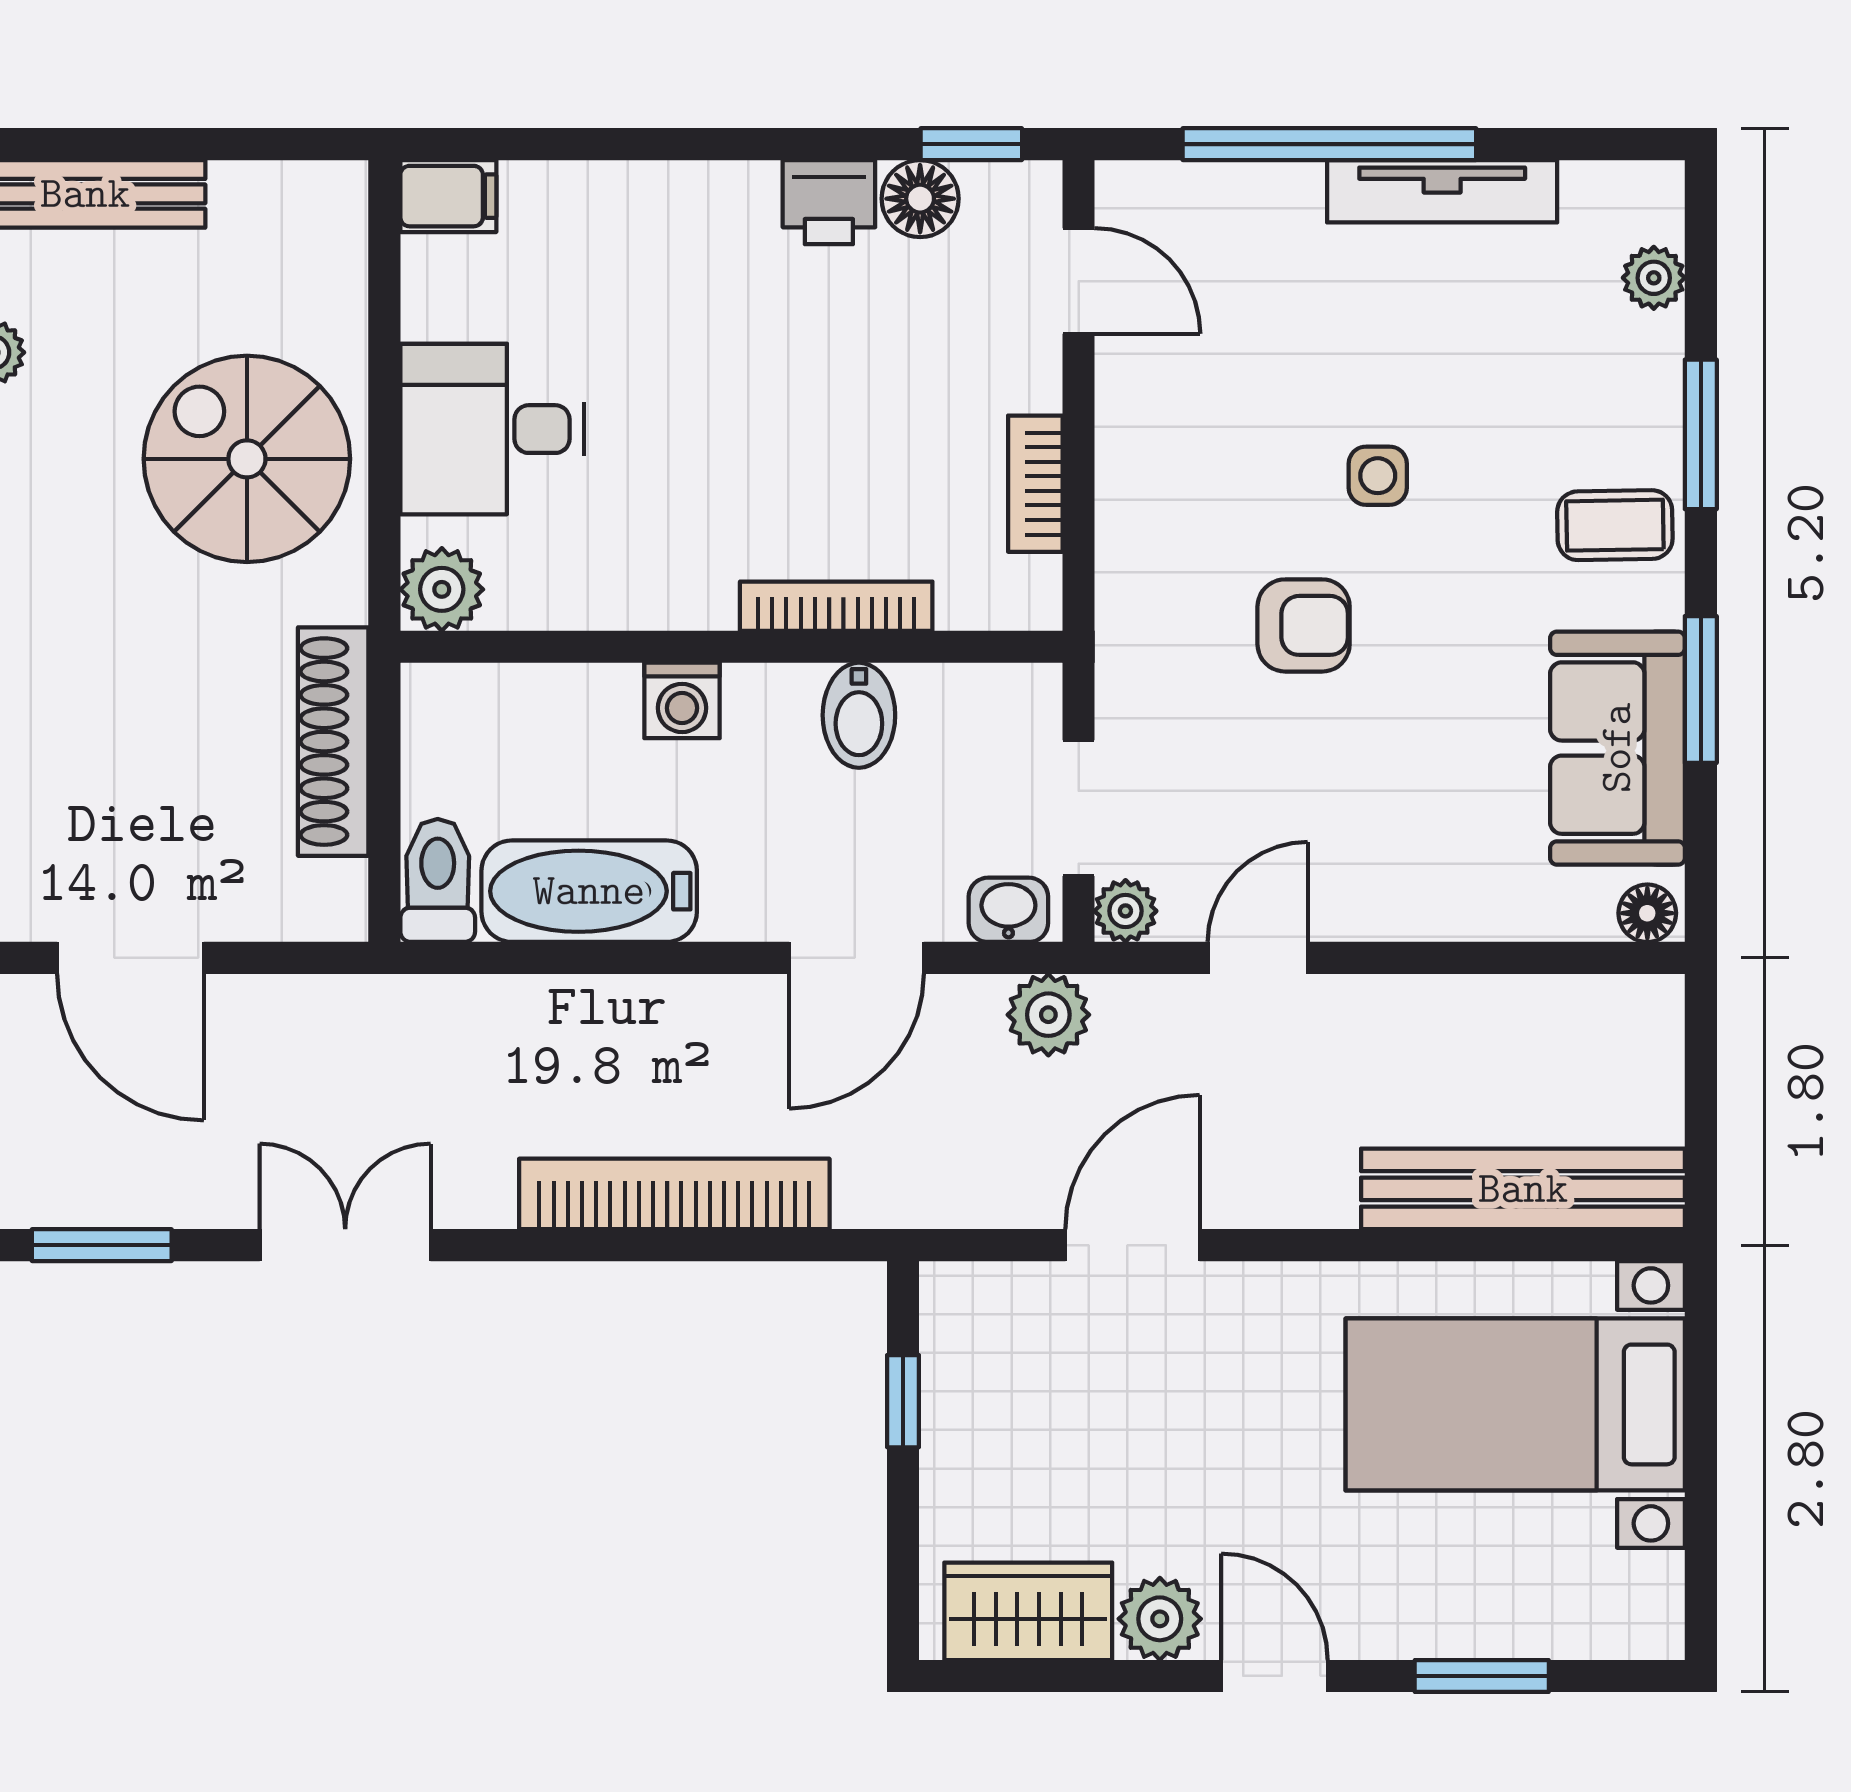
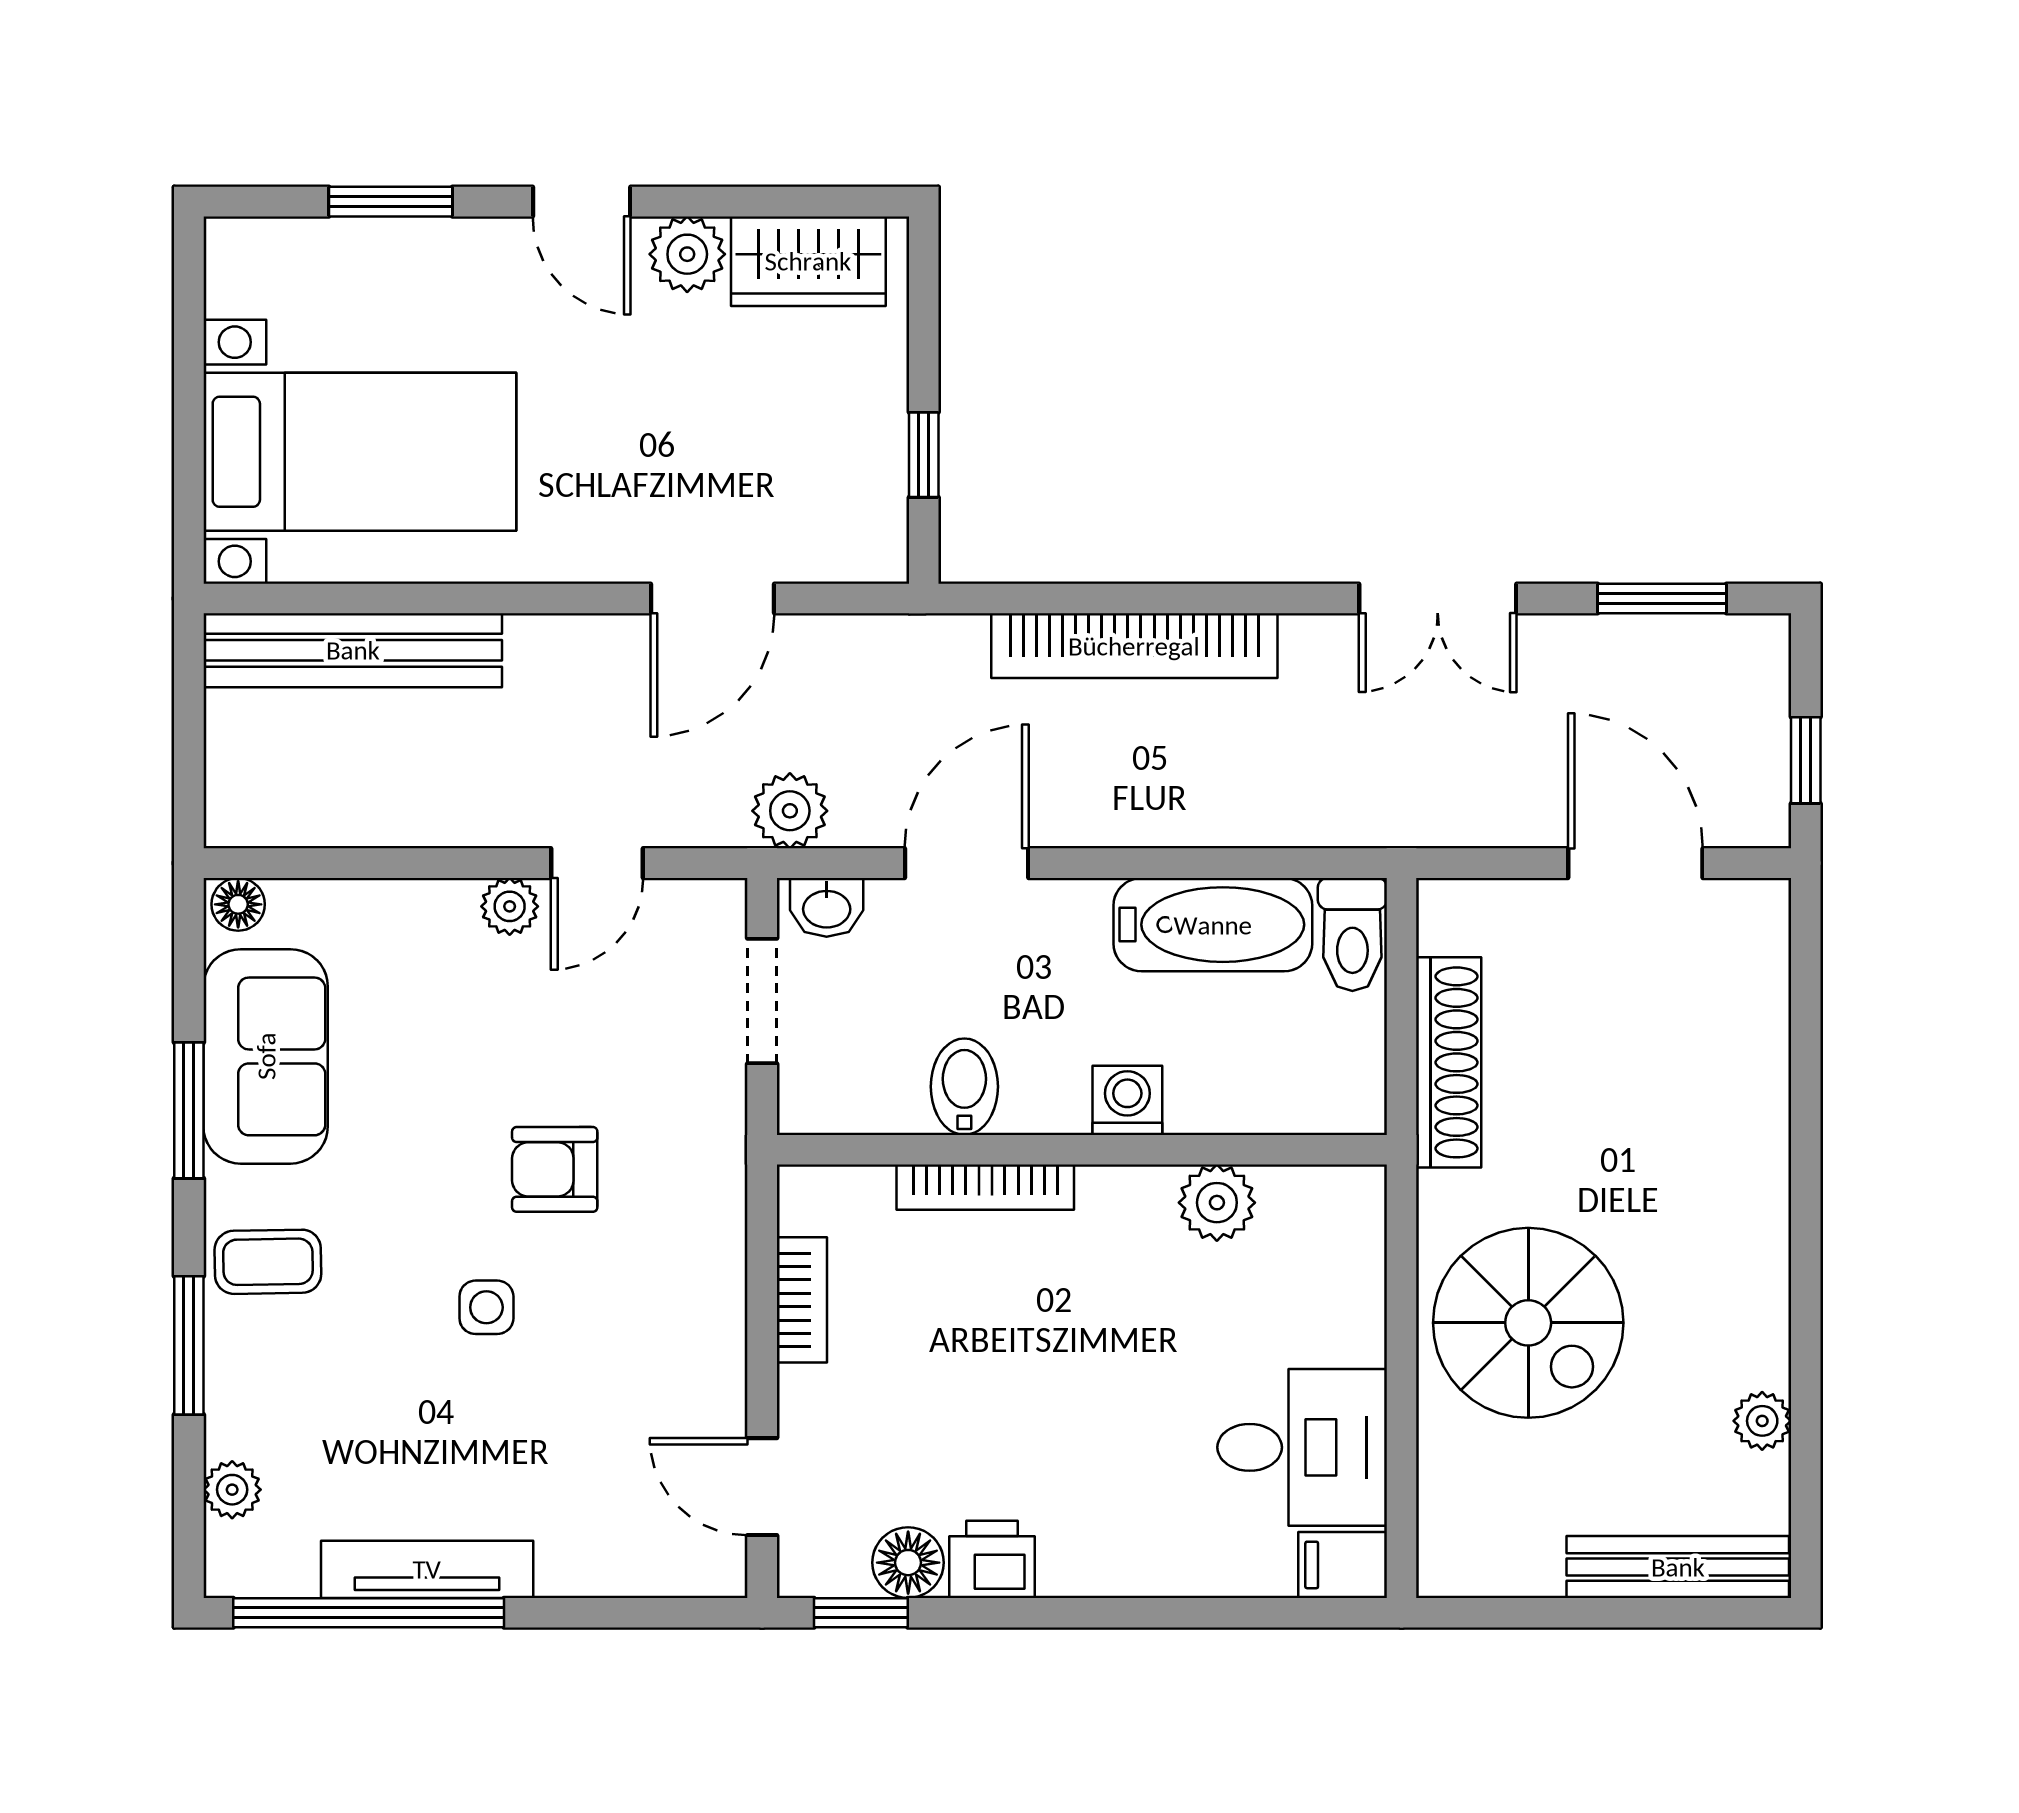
window: (1329, 144) -> (369, 1613), moved
desk: (492, 429) -> (1302, 1447), moved
plant: (442, 589) -> (1217, 1203), moved
plant: (1125, 911) -> (510, 906), moved

